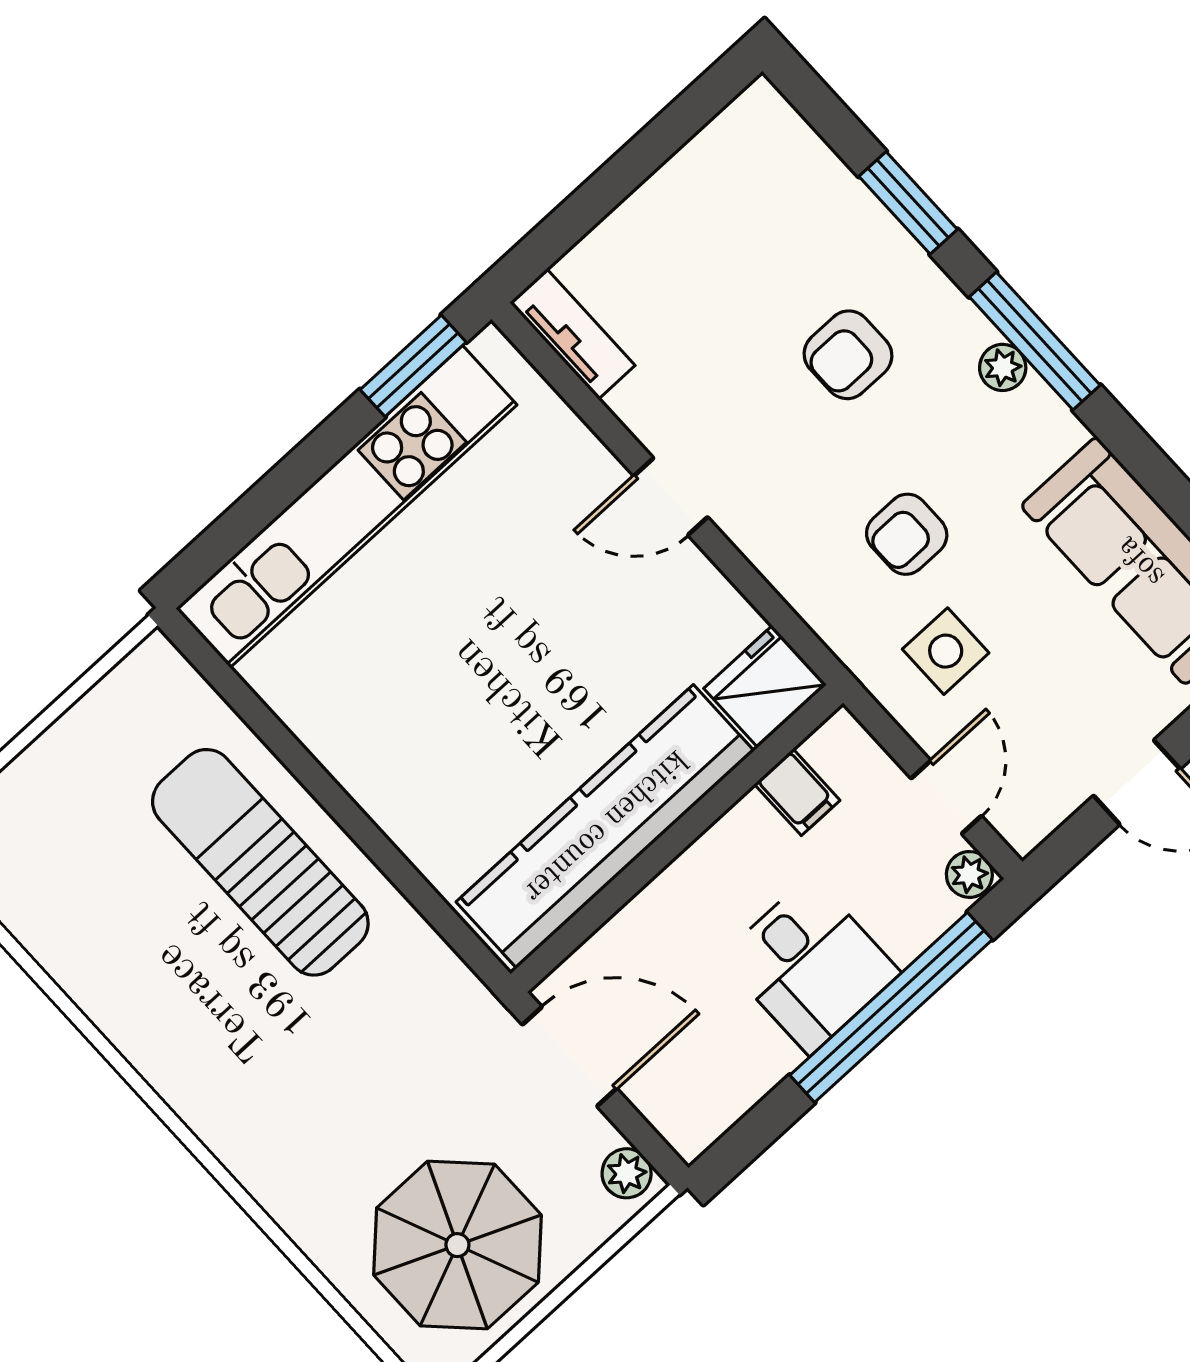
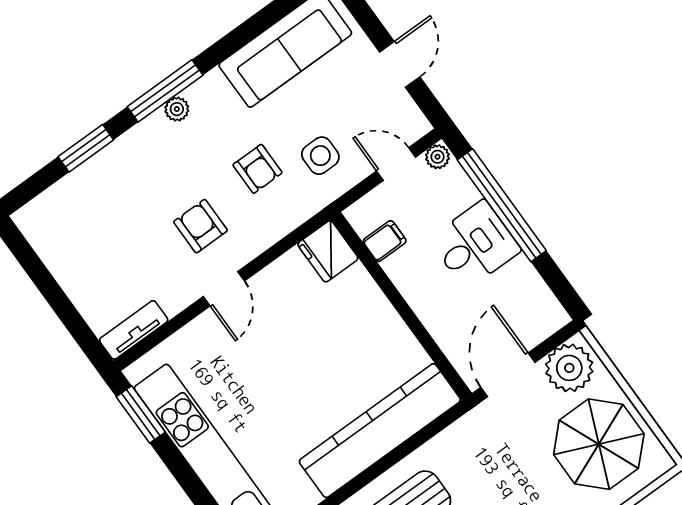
armchair: (848, 355) -> (201, 226), moved, turned 180
kitchen counter: (605, 826) -> (380, 431), moved, turned 90
plant: (627, 1173) -> (569, 368), width x1.87, depth x1.87

